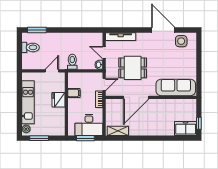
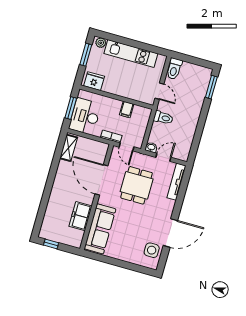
toilet: (31, 47) -> (174, 69), moved
fridge: (59, 100) -> (94, 81), moved
freezer: (186, 129) -> (81, 216), moved, turned 180

